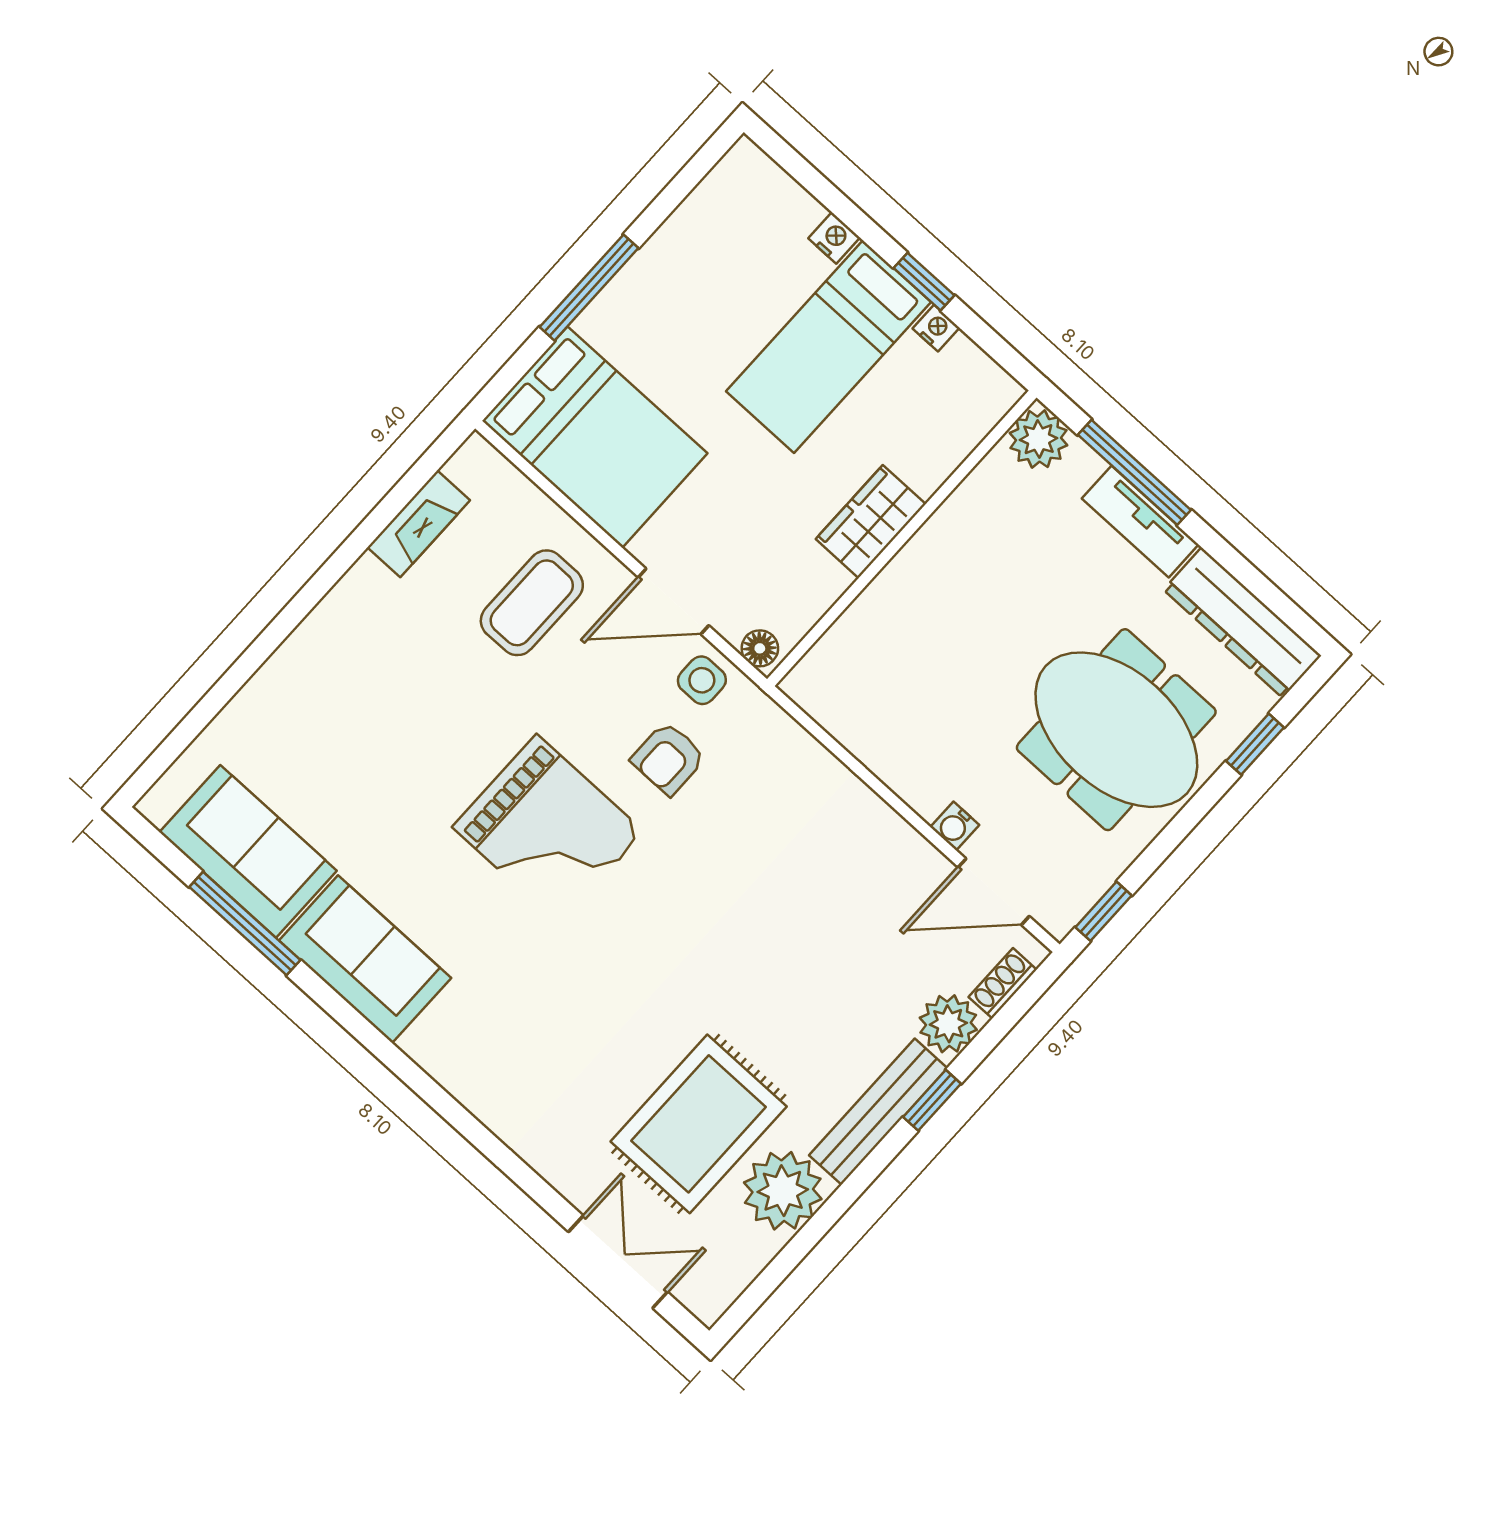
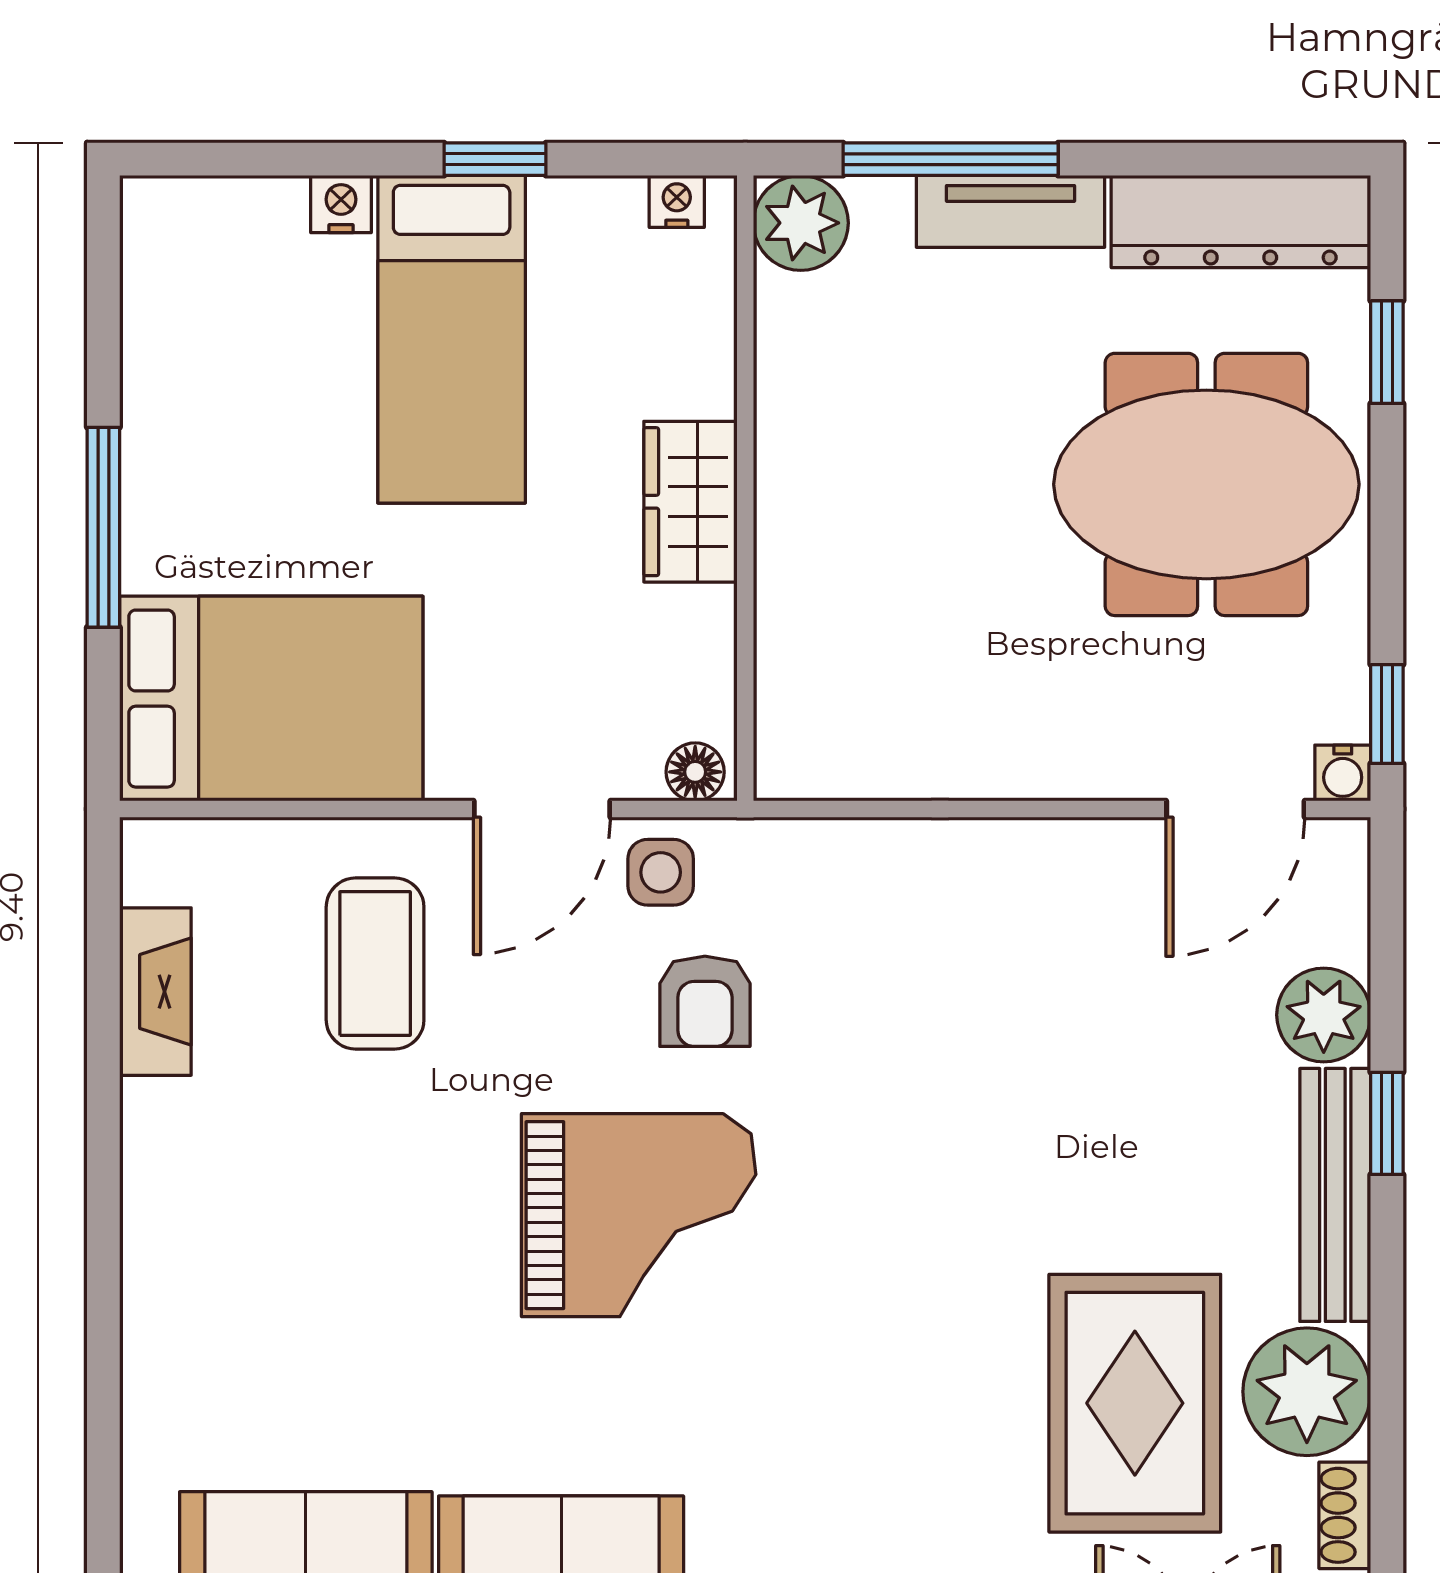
nightstand: (936, 328) -> (677, 201), moved
water cooler: (955, 826) -> (1343, 773), moved
shoe rack: (1003, 983) -> (1345, 1515), moved

